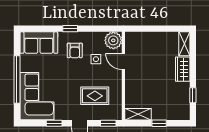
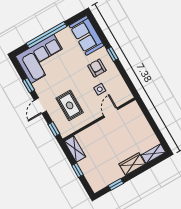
plant: (113, 40) -> (123, 95), removed
armchair: (75, 50) -> (97, 68), turned 90

